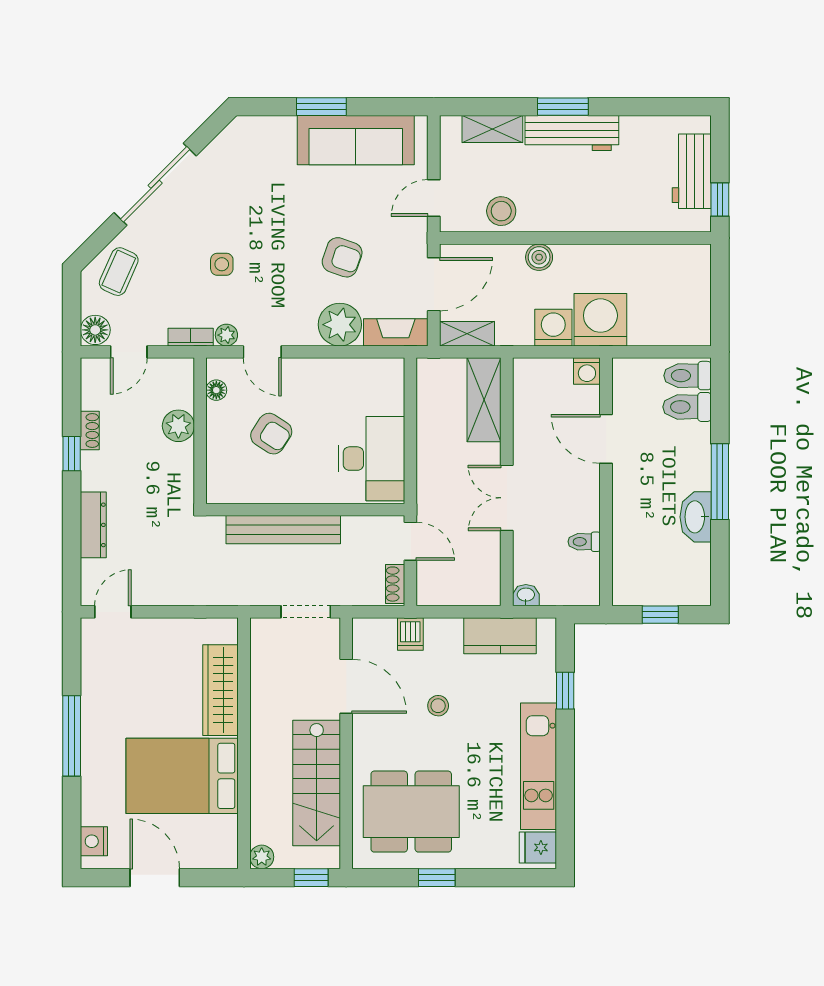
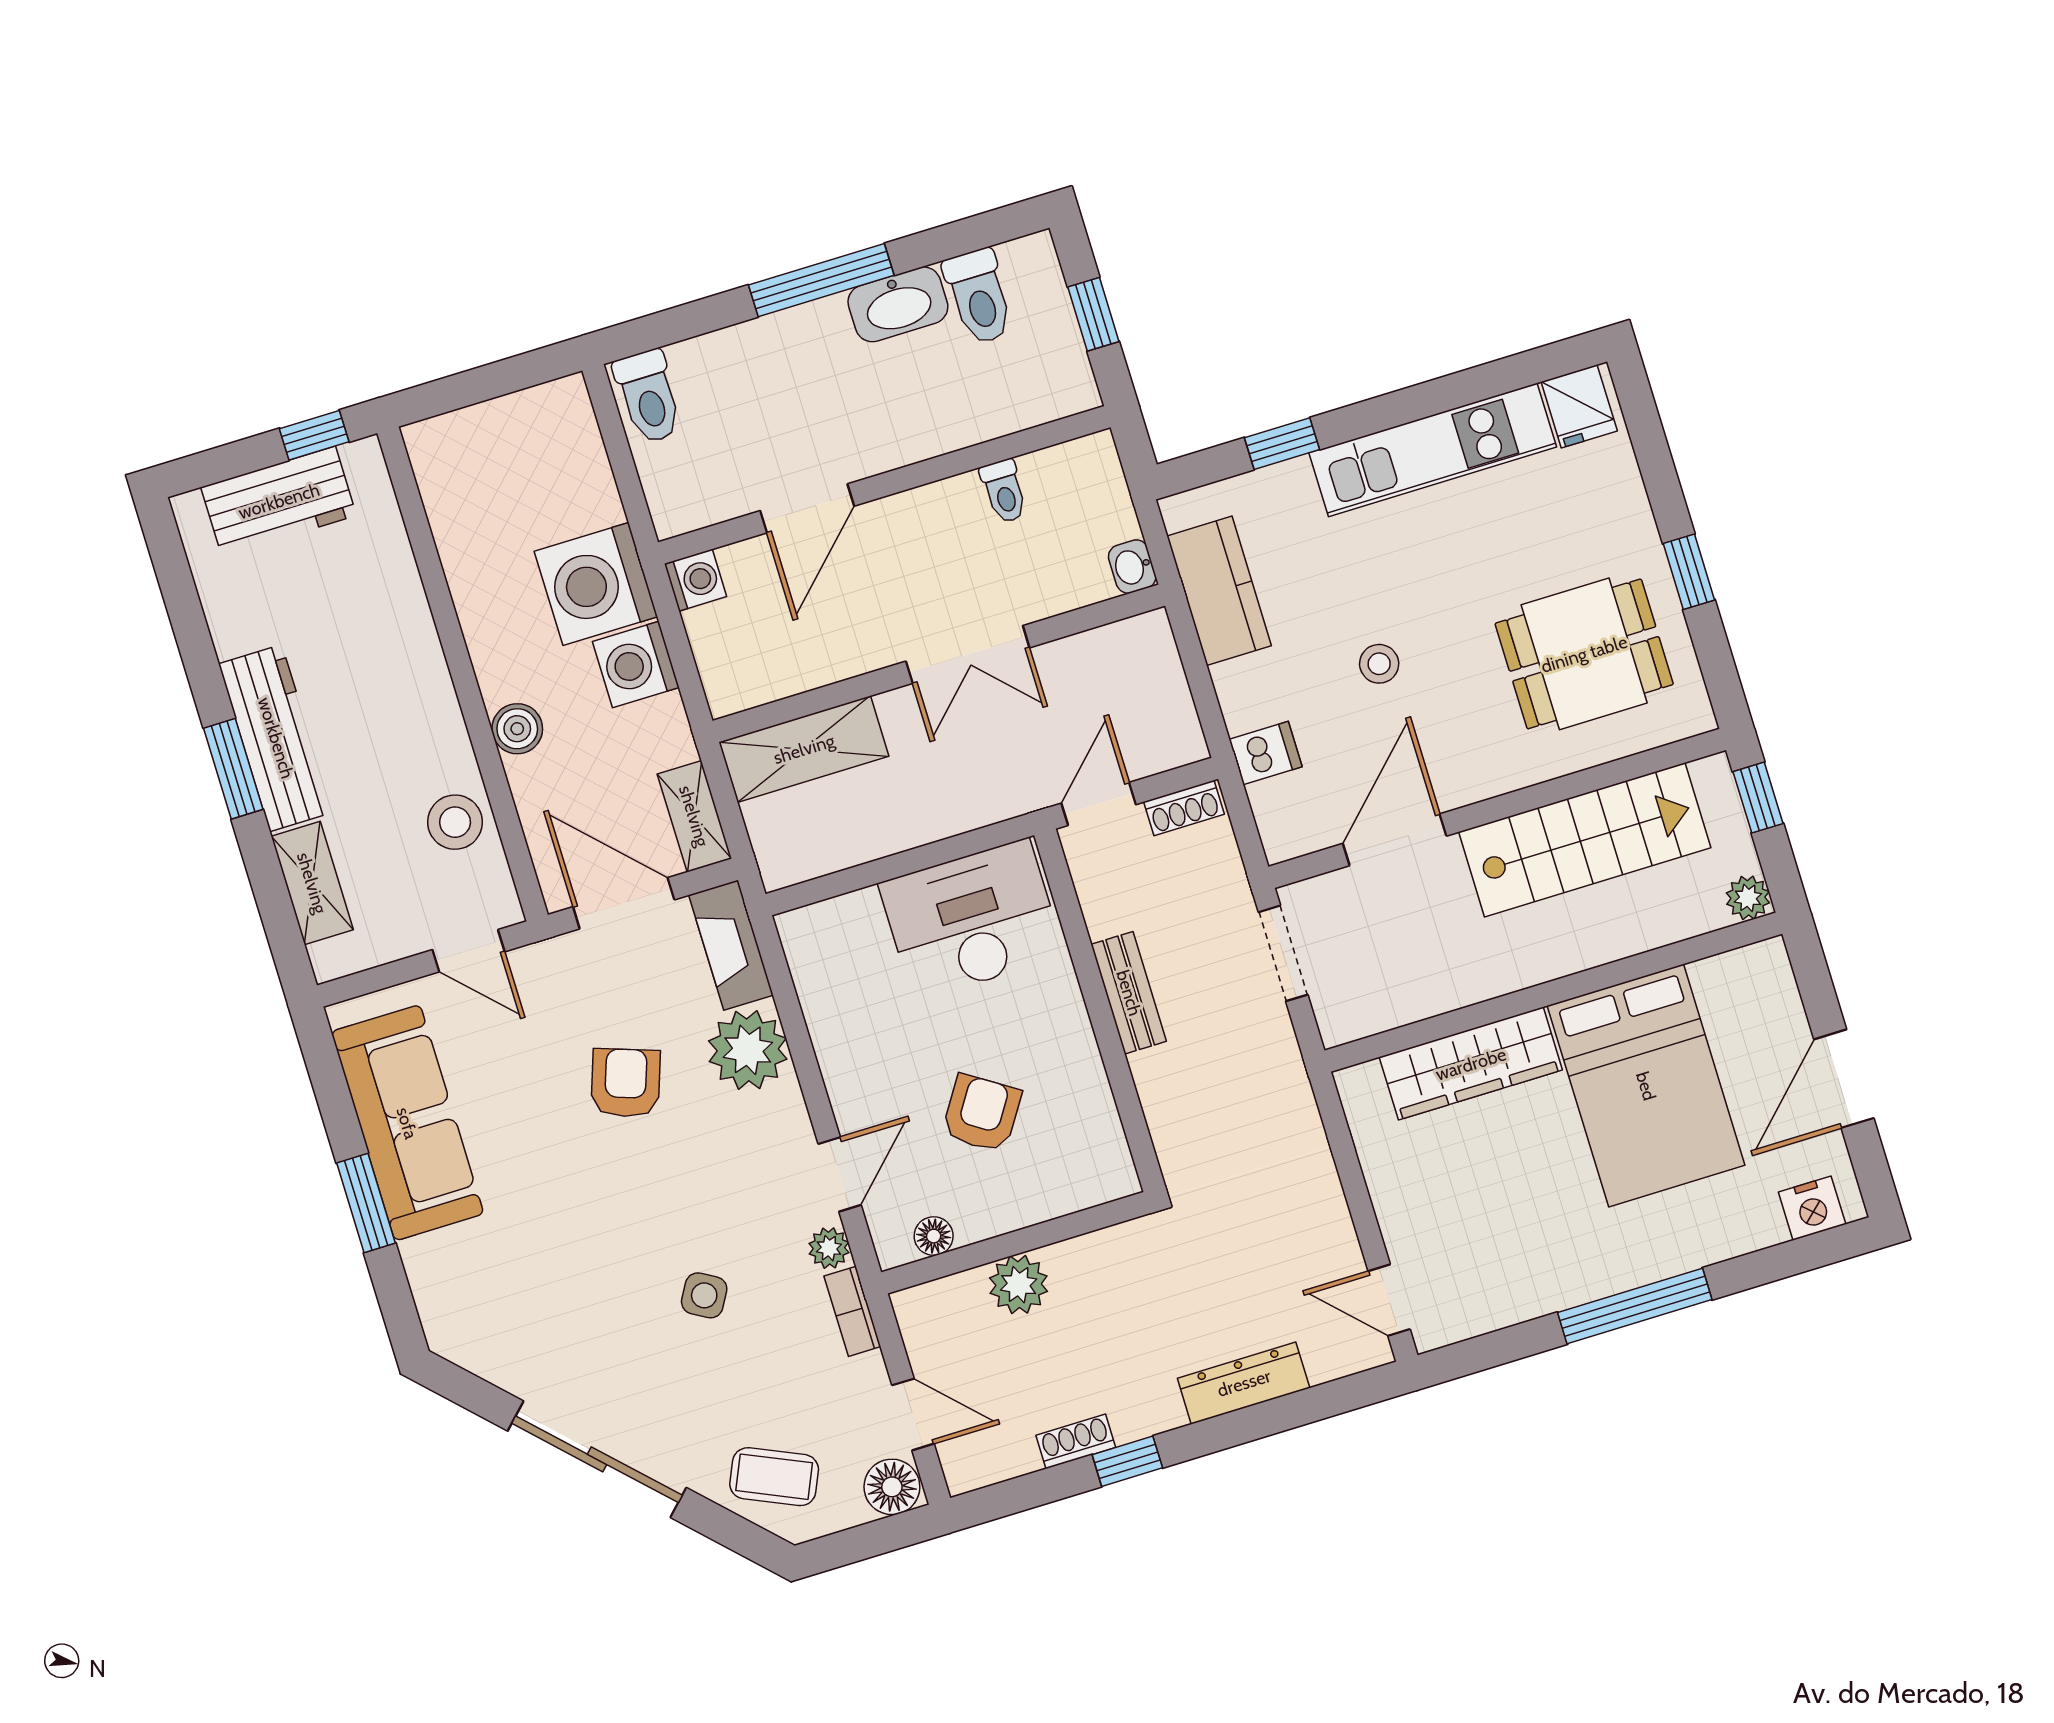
side table: (222, 264) -> (704, 1295), turned 30
toilet: (687, 407) -> (979, 297), moved
bench: (283, 530) -> (1129, 993), width x0.54, depth x0.82
dining table: (411, 812) -> (1584, 654), width x0.73

